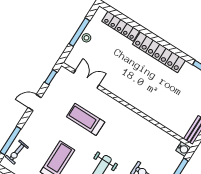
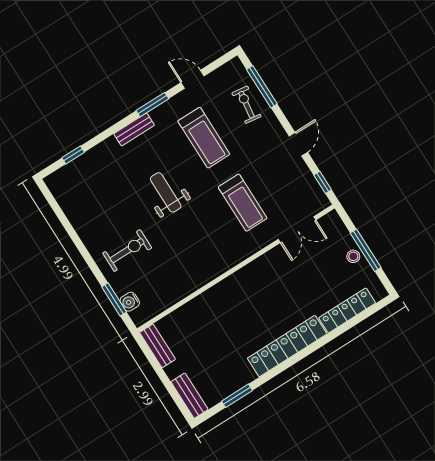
treadmill: (86, 119) -> (243, 203), turned 90
water cooler: (183, 149) -> (130, 302), moved
exercise bike: (17, 152) -> (247, 105), moved

